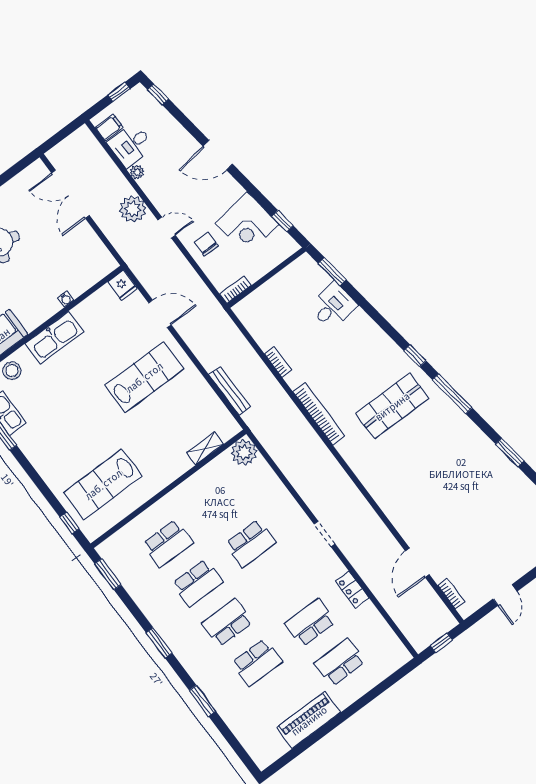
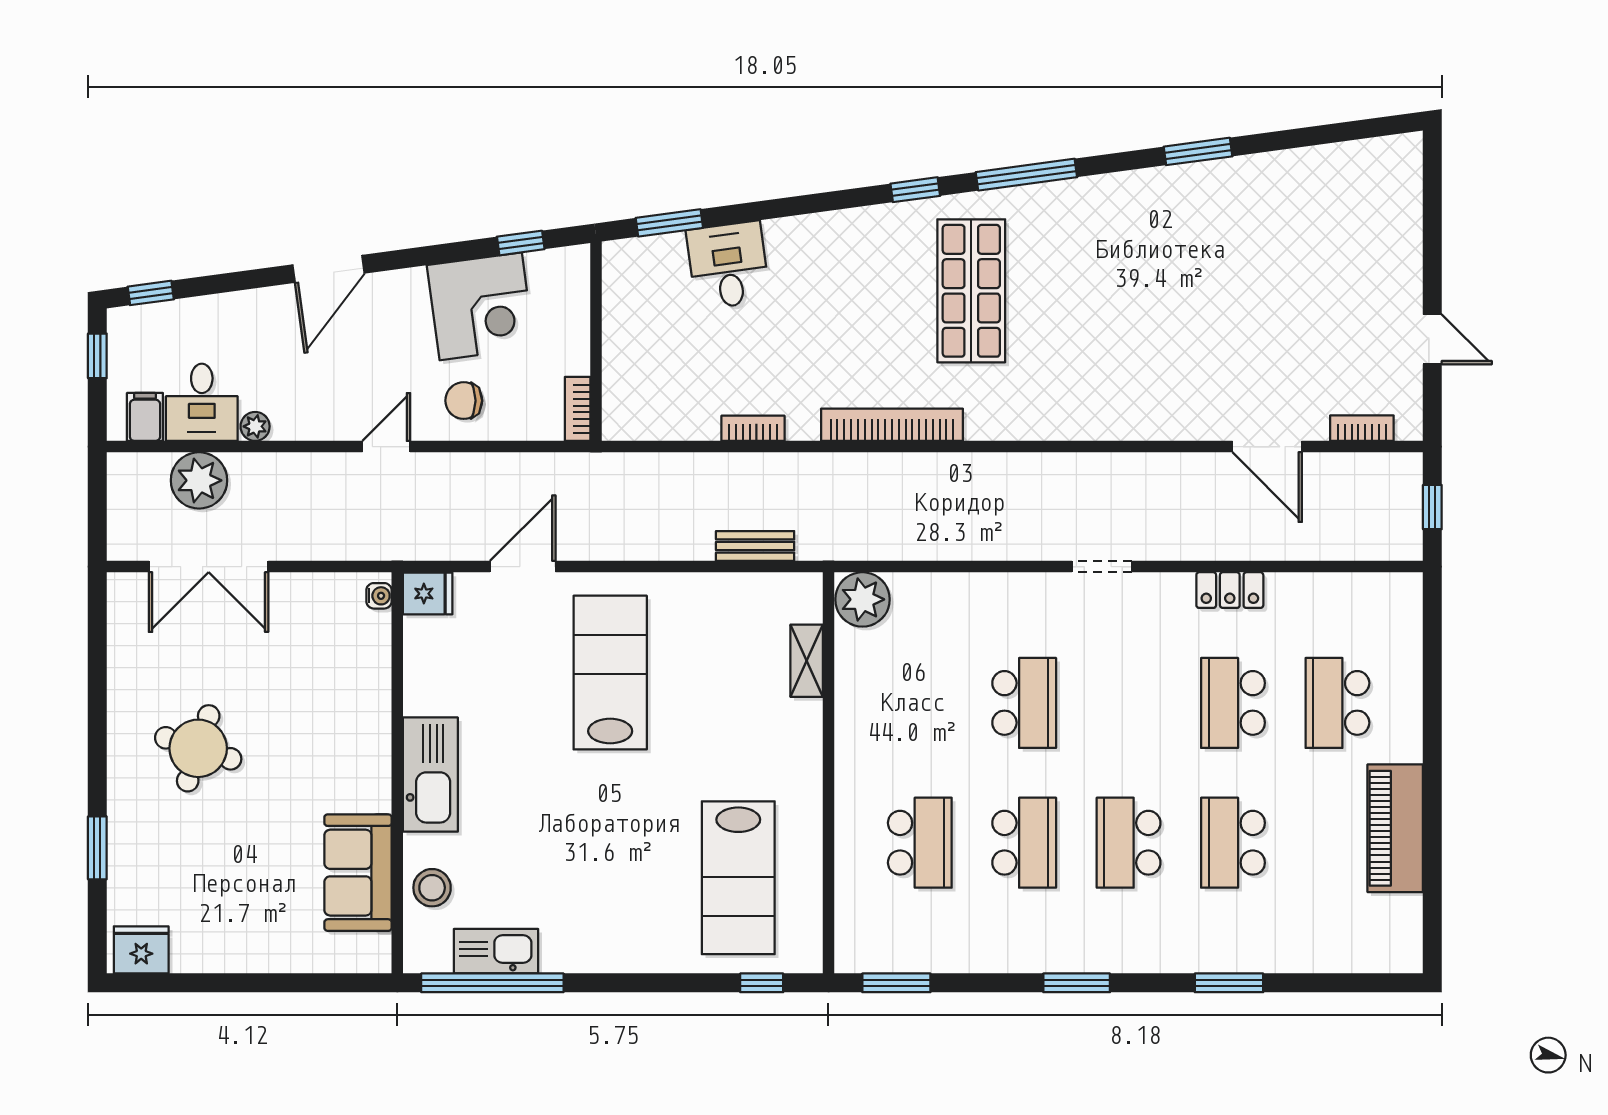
plant: (133, 209) -> (199, 480), moved
water cooler: (66, 299) -> (379, 596), moved
bench: (230, 391) -> (755, 546), width x0.73
school desk: (257, 662) -> (1233, 843), turned 180

